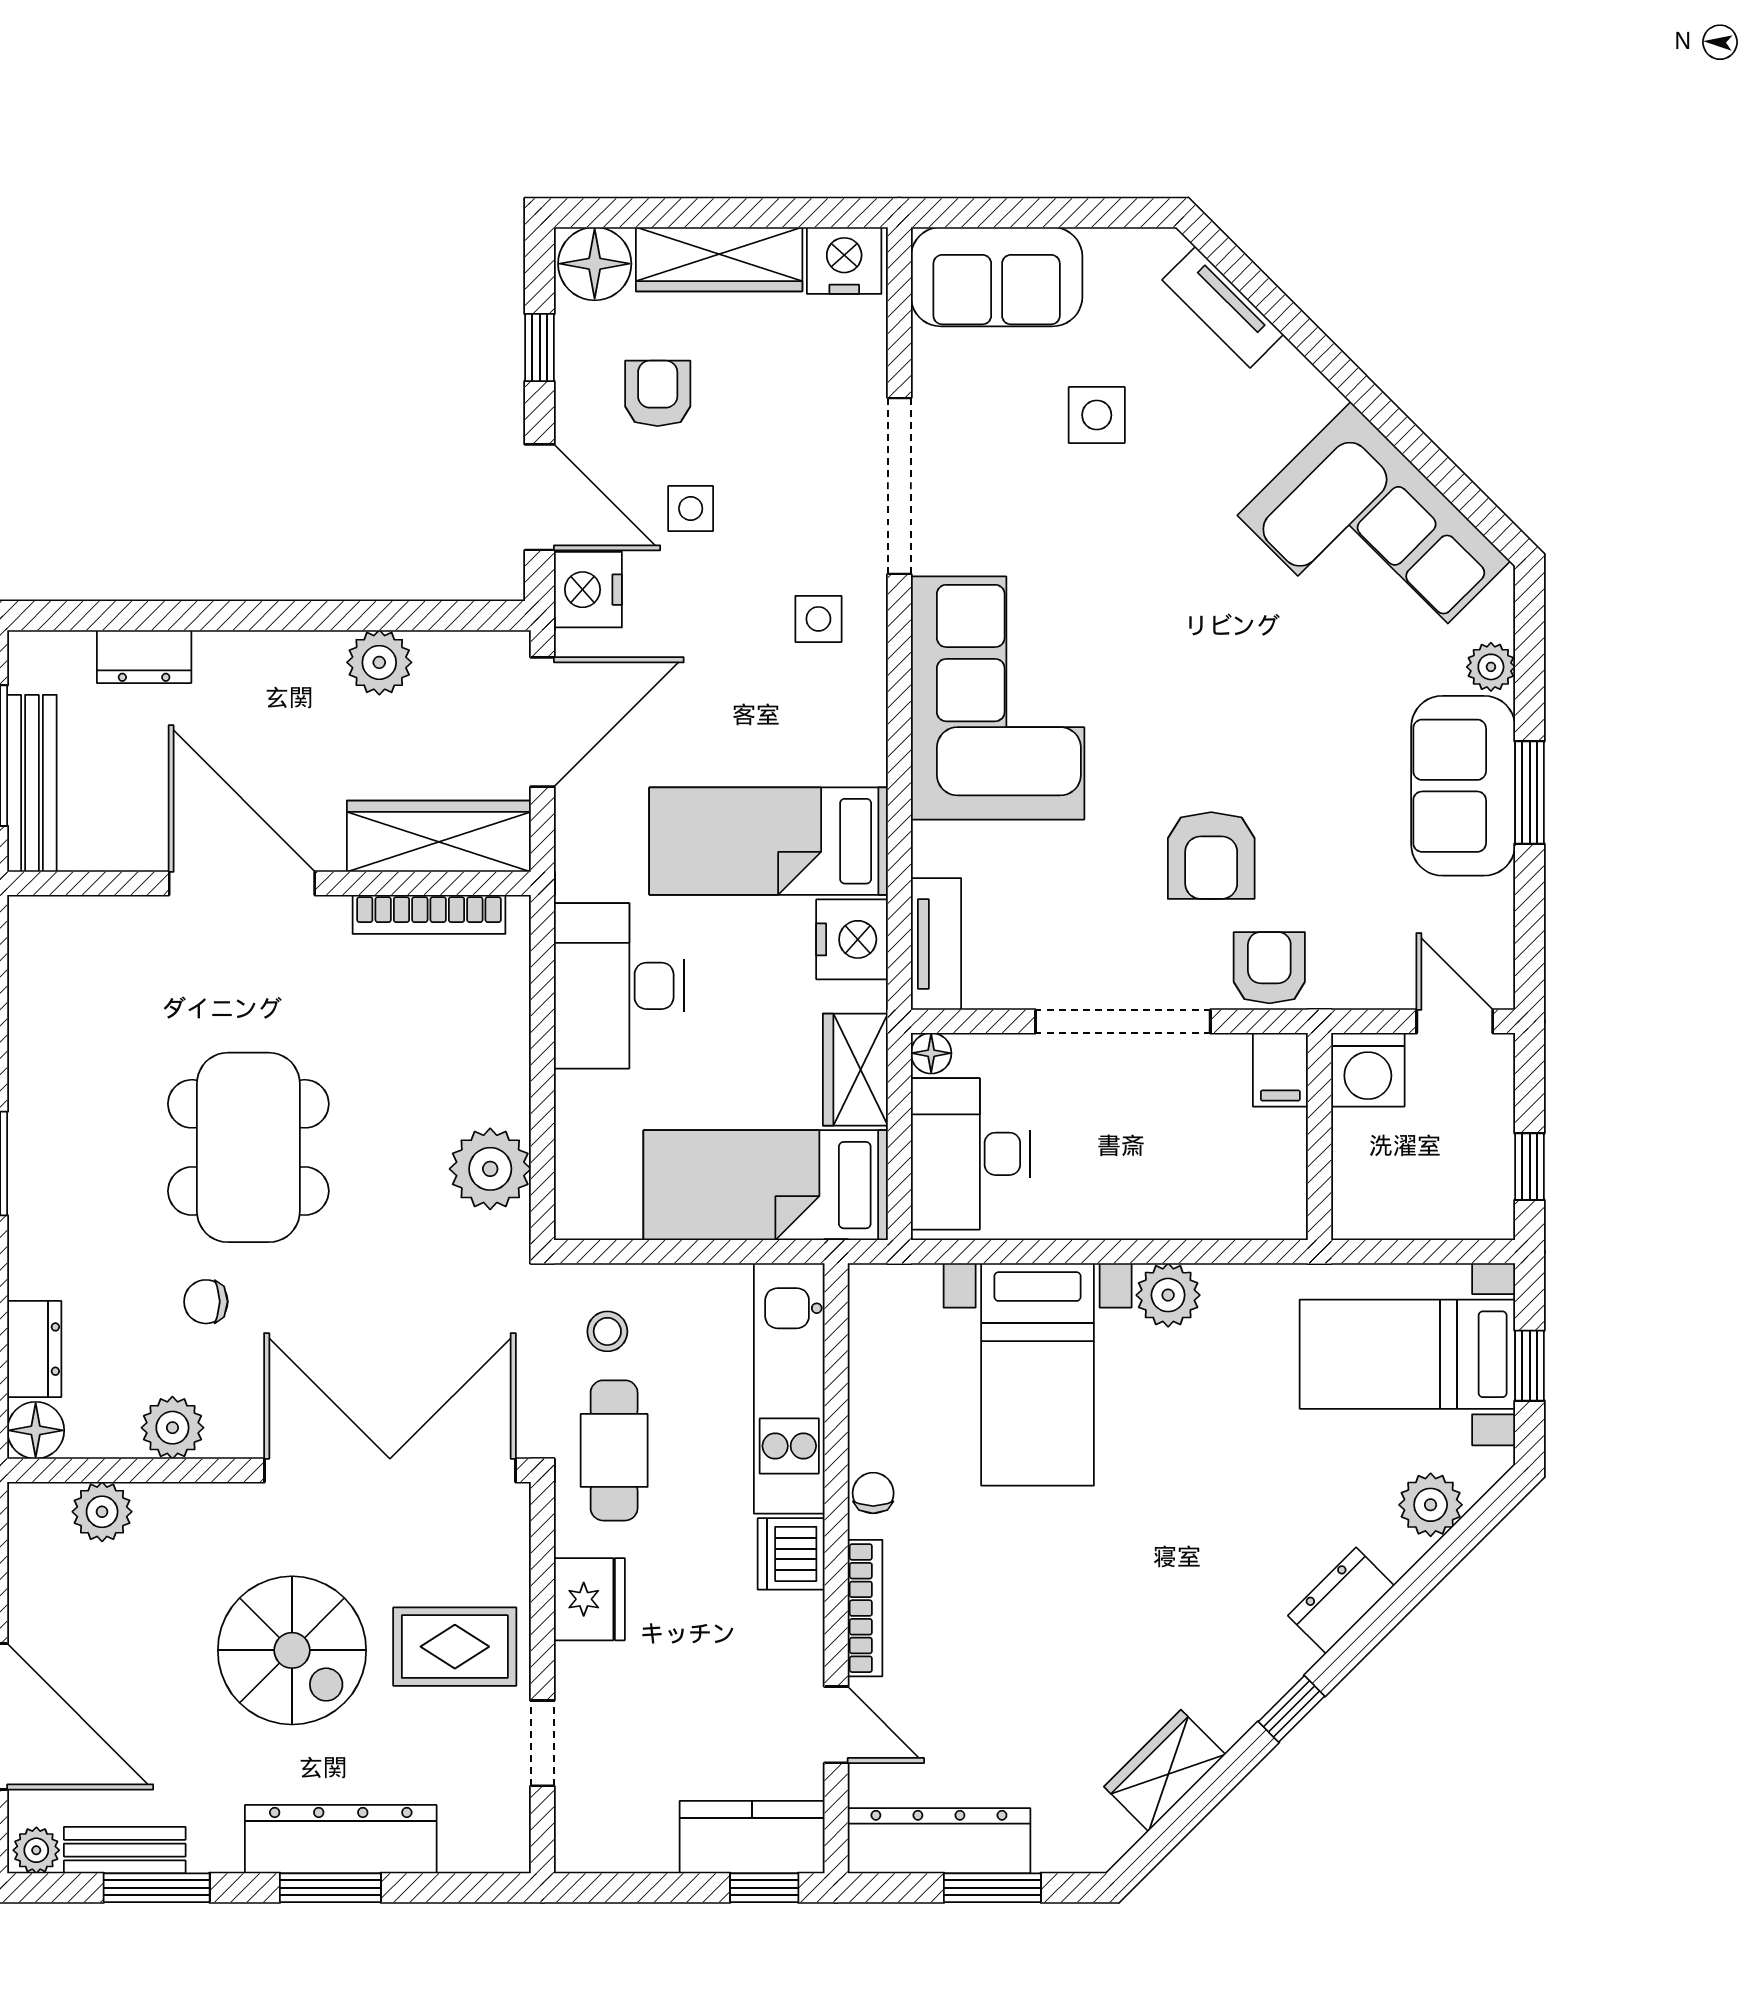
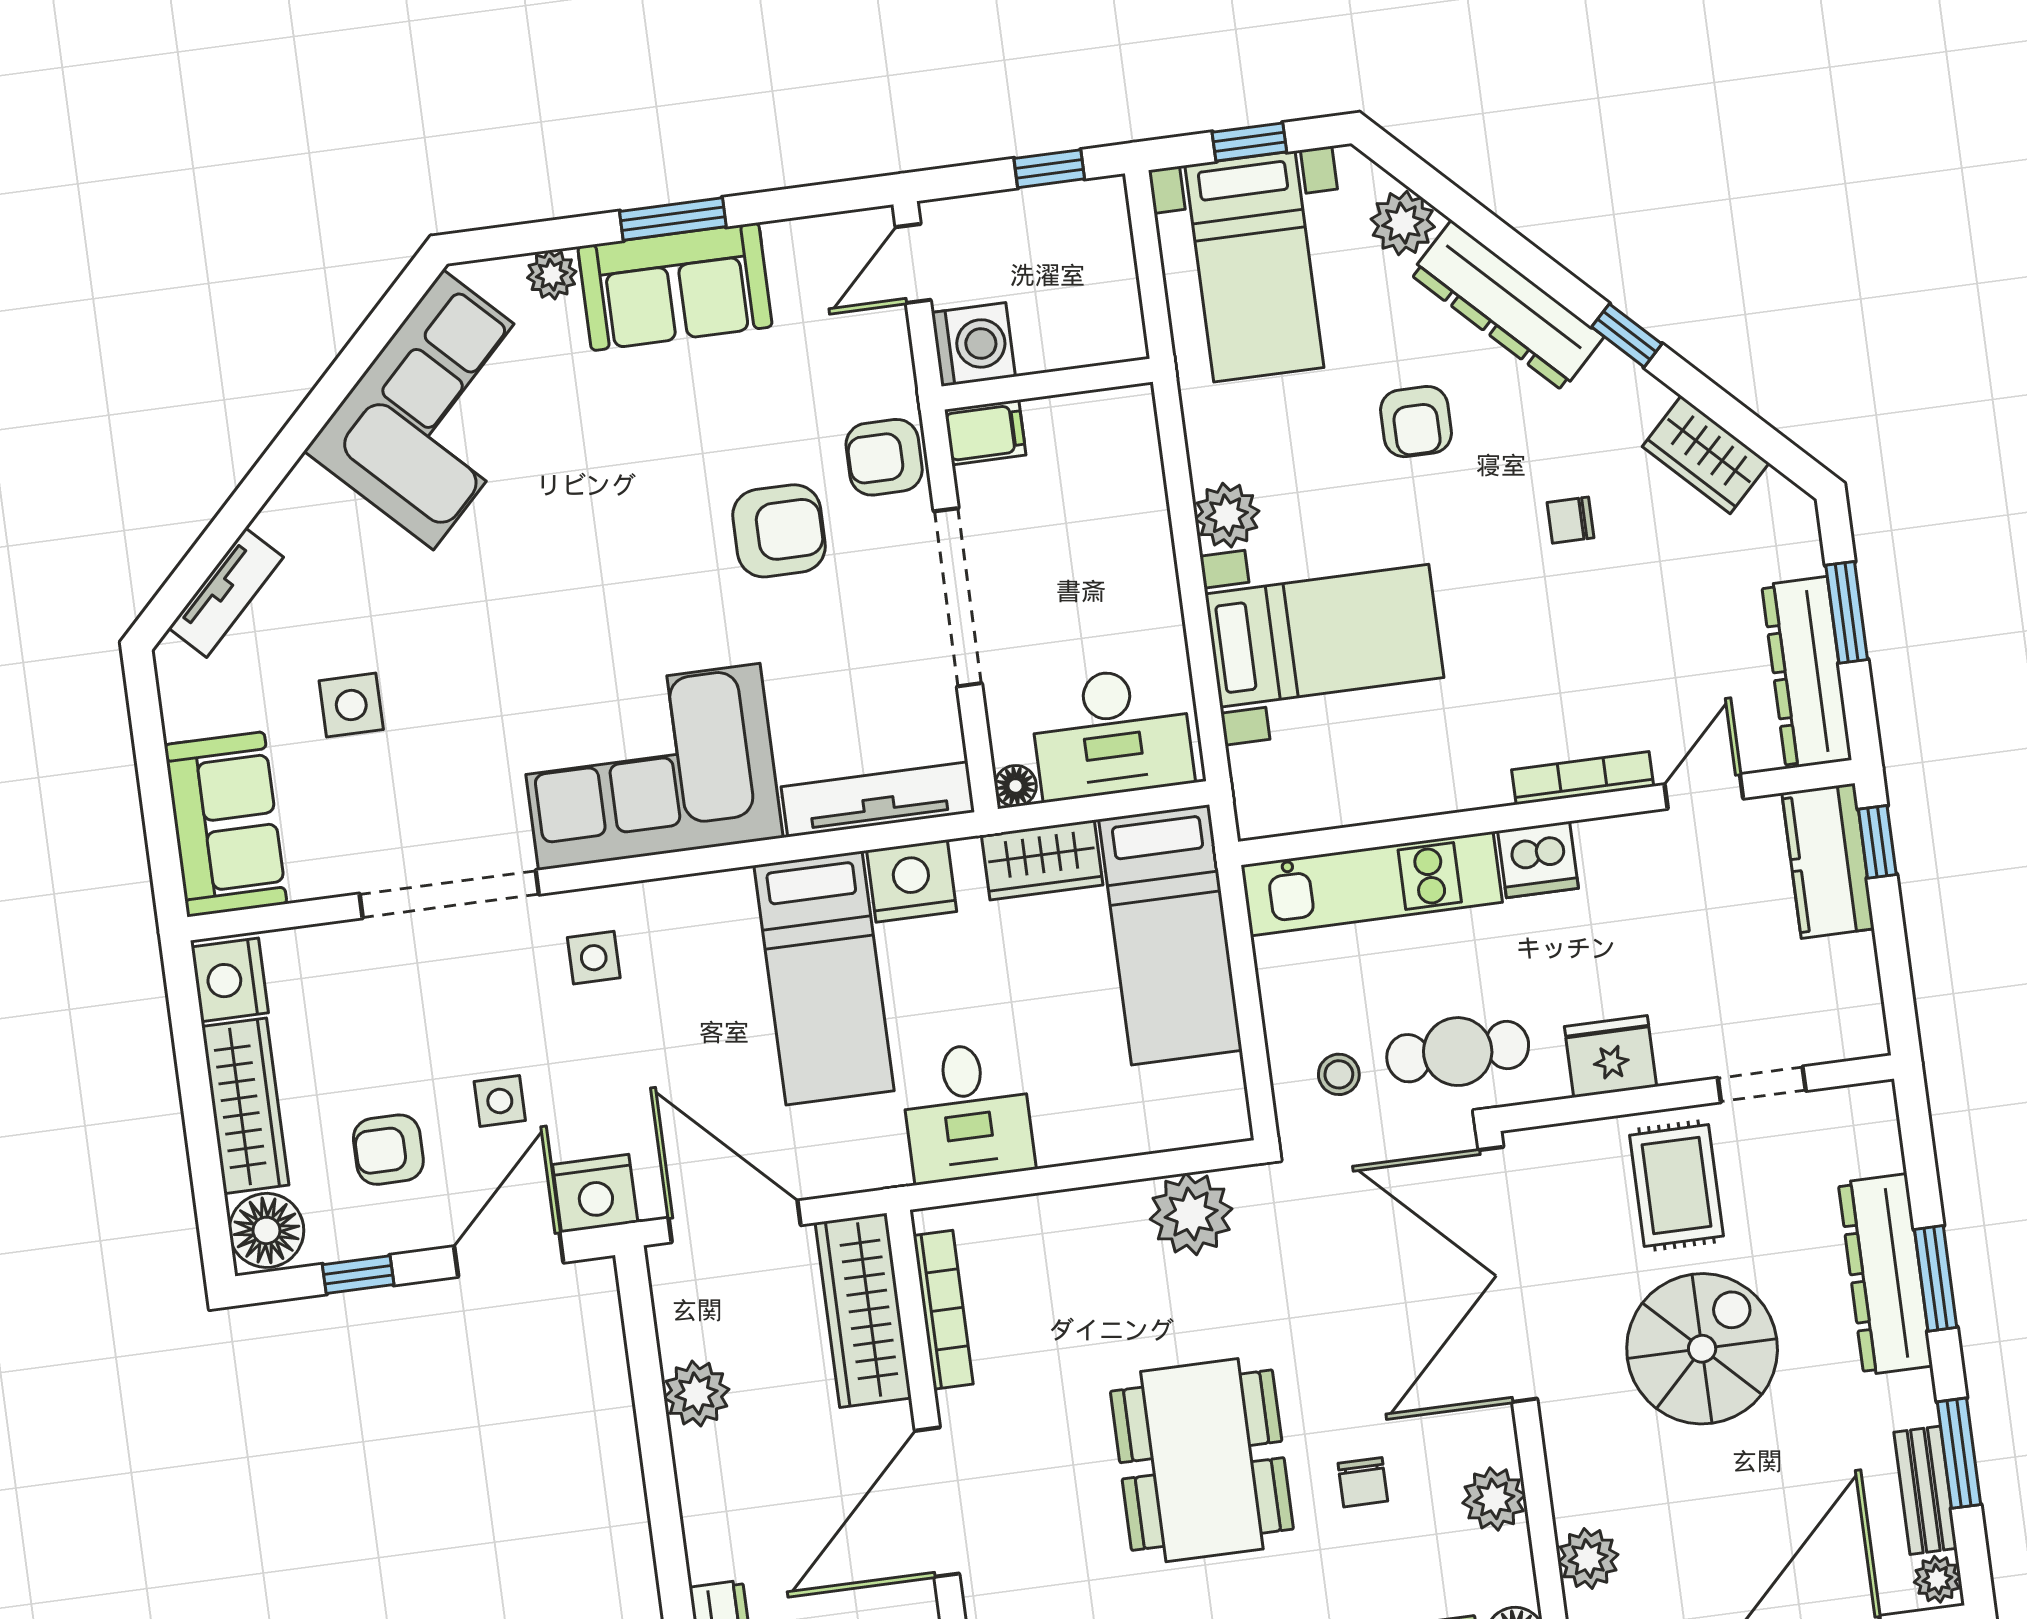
tv unit: (936, 944) -> (878, 799), width x1.41
desk: (619, 986) -> (967, 1112), width x0.73
dining table: (248, 1147) -> (1202, 1460), turned 90
armchair: (1235, 1492) -> (1416, 422), added
chair: (873, 1493) -> (1570, 520), moved
dresser: (1341, 1601) -> (1507, 305), width x1.96, depth x1.24

